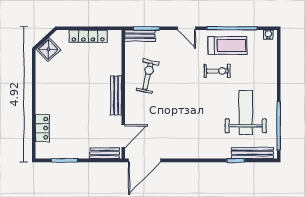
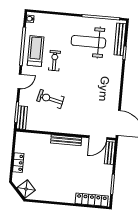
locker: (88, 36) -> (18, 163), width x0.66
exercise bike: (148, 76) -> (50, 99), moved
locker: (42, 128) -> (92, 200), width x1.53
door: (123, 136) -> (98, 138), swing flipped

